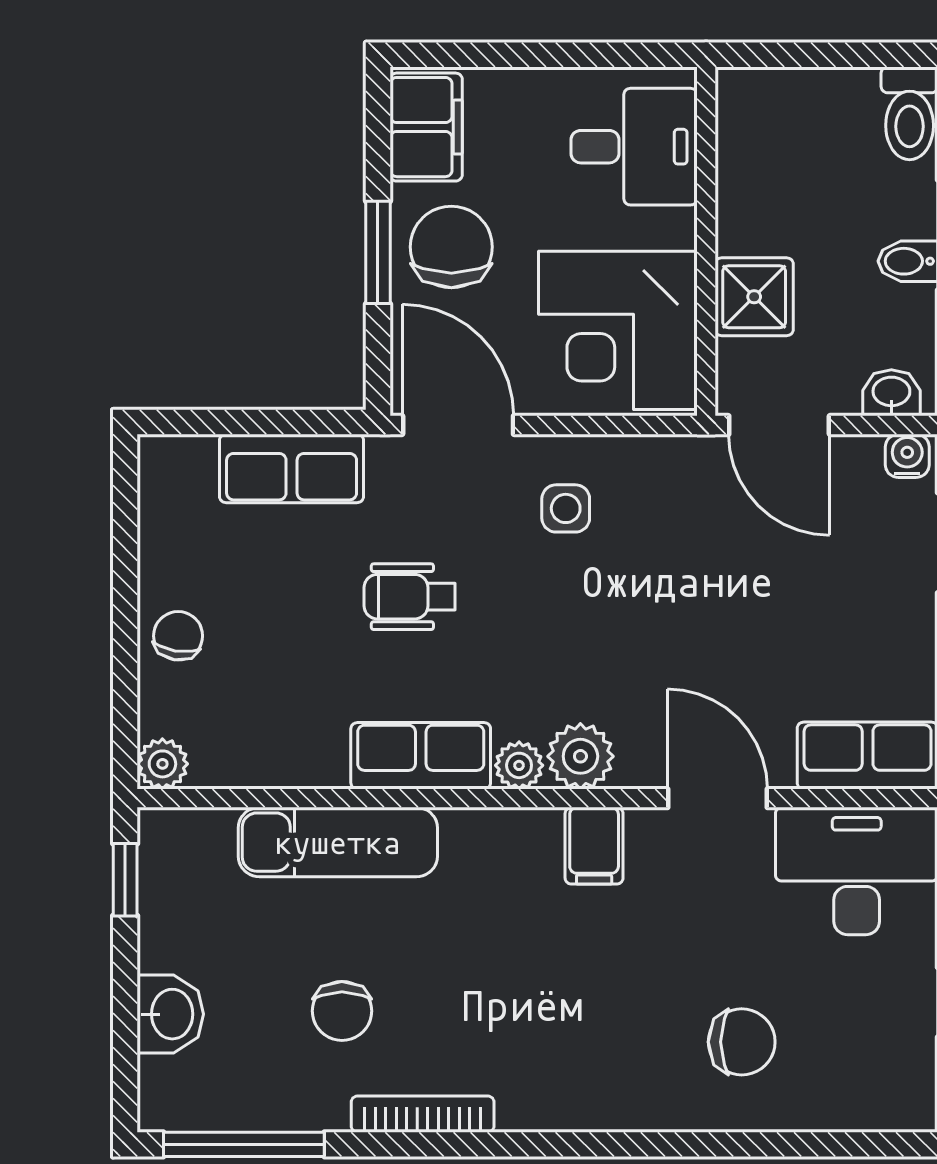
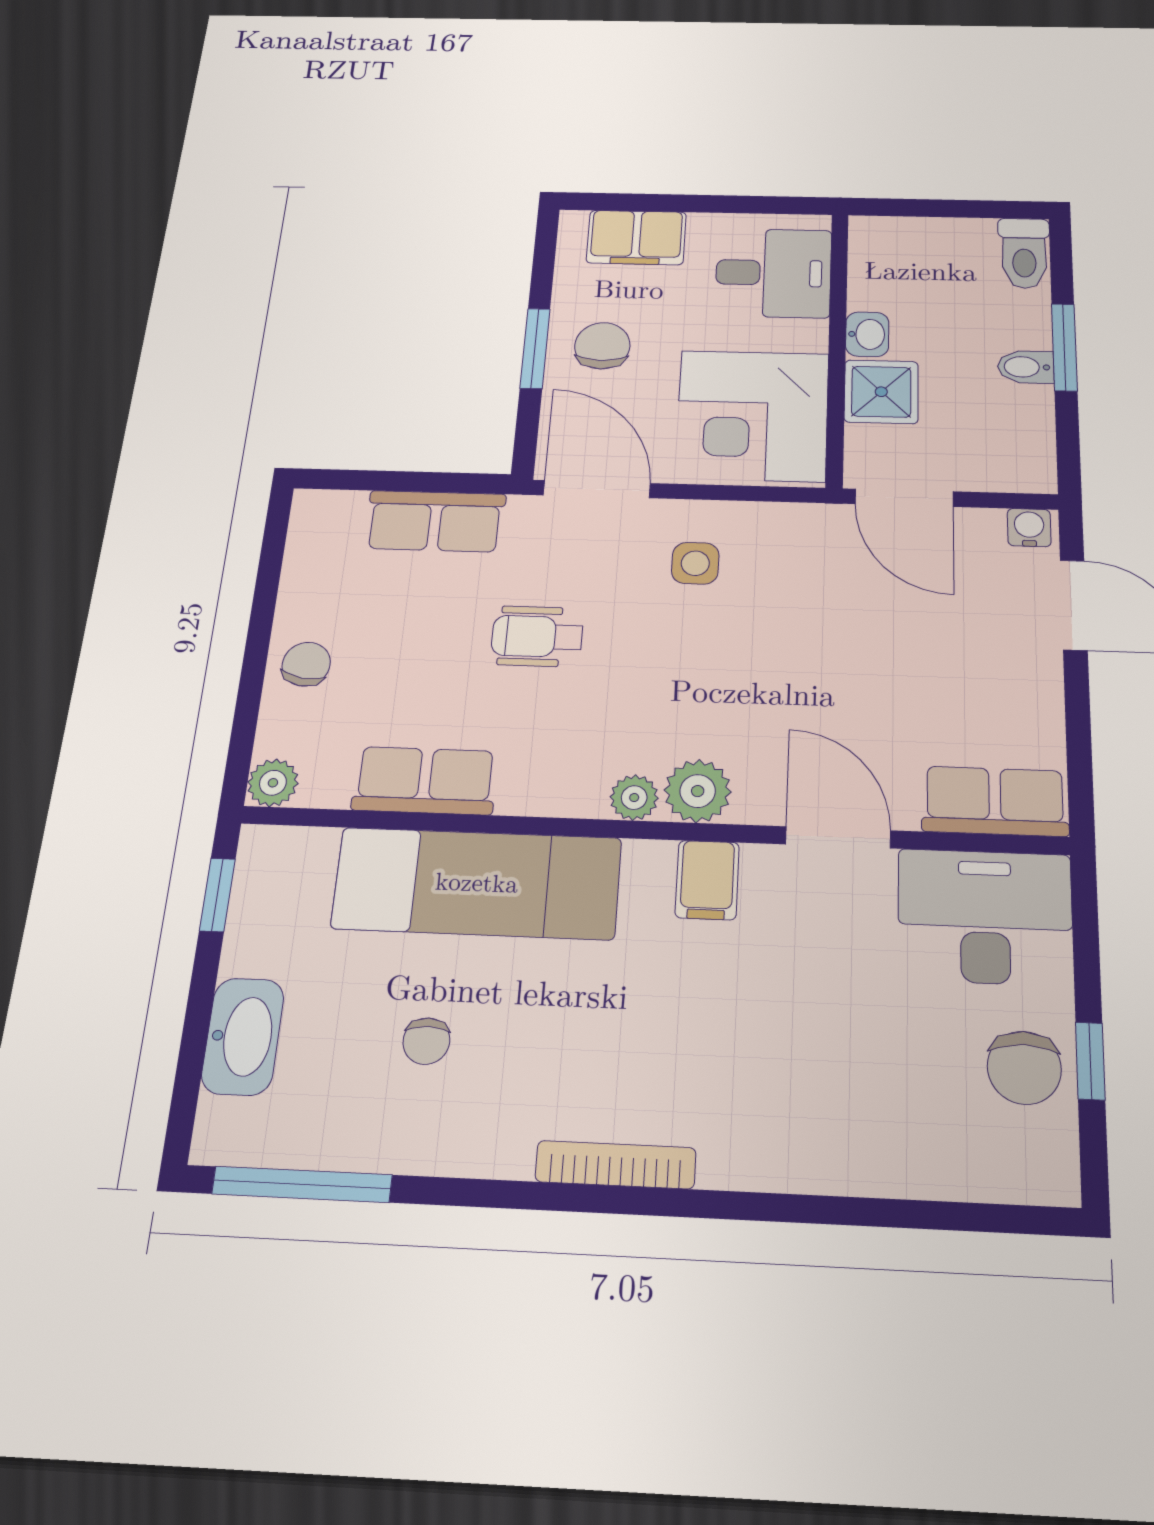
filing cabinet: (426, 127) -> (636, 237), moved, turned 90
chair: (451, 247) -> (602, 346), width x0.73, depth x0.73
washbasin: (891, 393) -> (867, 334), moved, turned 90
row of seats: (421, 756) -> (425, 781), moved
exam couch: (338, 842) -> (477, 883), width x1.36, depth x1.45
chair: (342, 1011) -> (426, 1041), width x0.73, depth x0.73
washbasin: (170, 1014) -> (243, 1036), width x1.38
chair: (742, 1042) -> (1024, 1068), moved, turned 90
bookcase: (423, 1114) -> (616, 1165), moved

